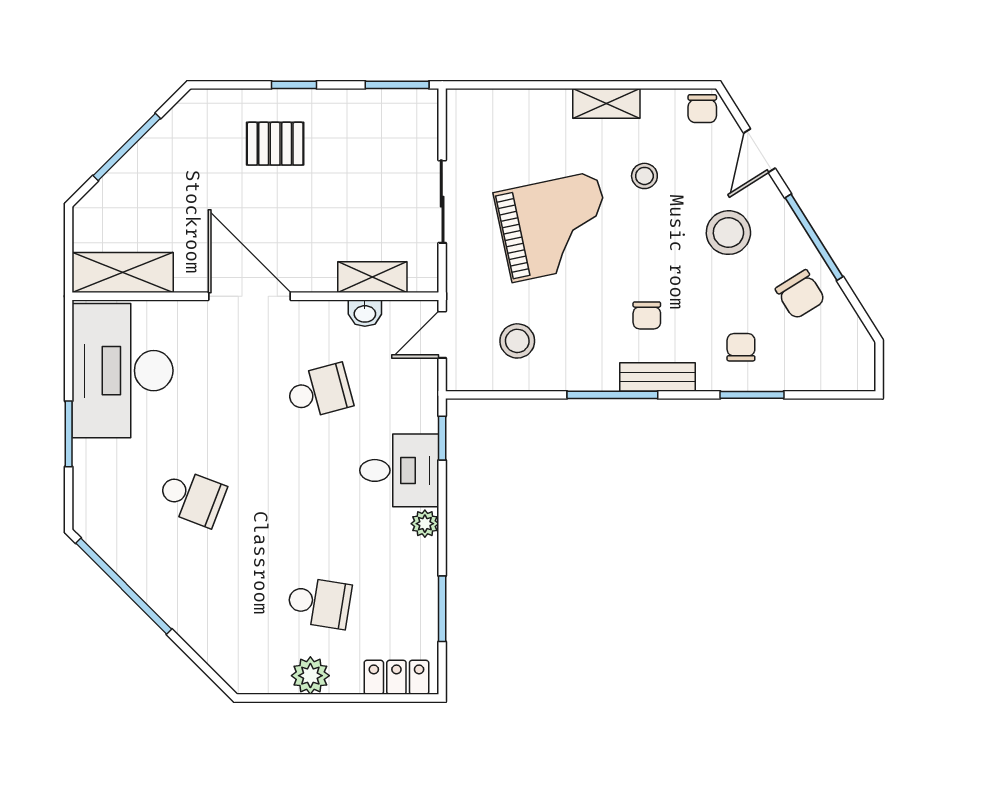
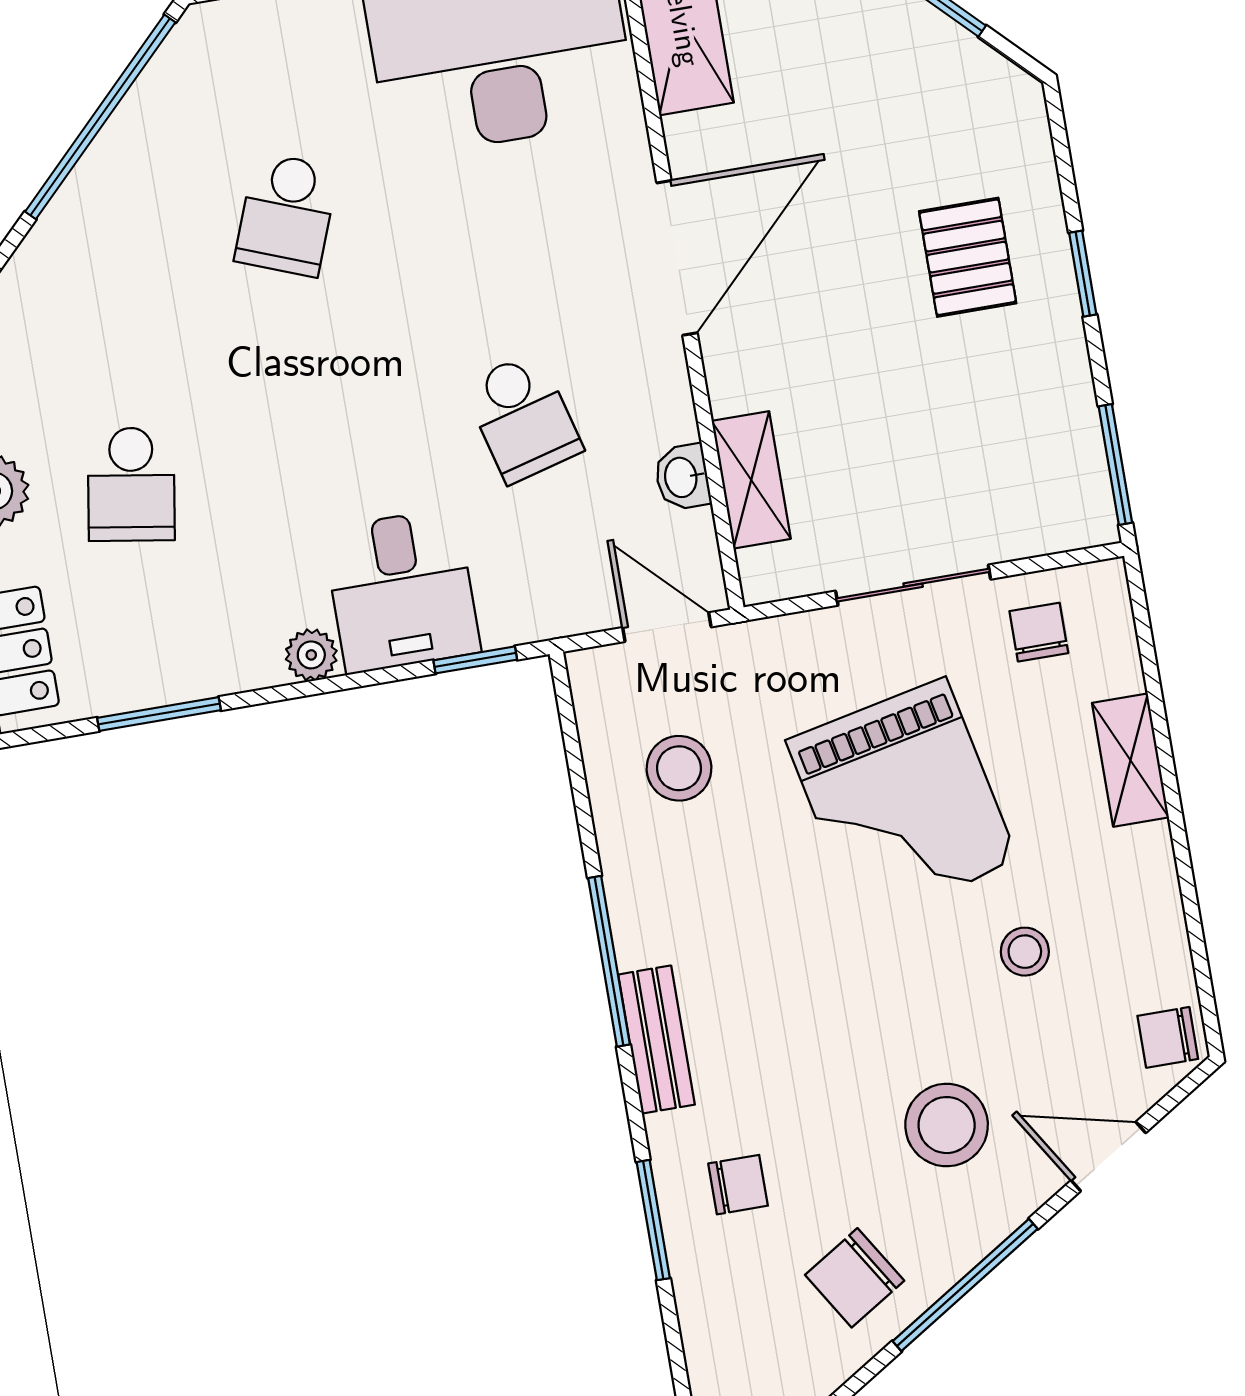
shelving: (606, 103) -> (1130, 760), moved
chair: (647, 315) -> (1039, 632), moved, turned 90

